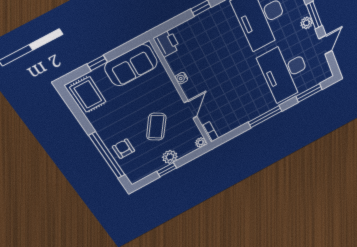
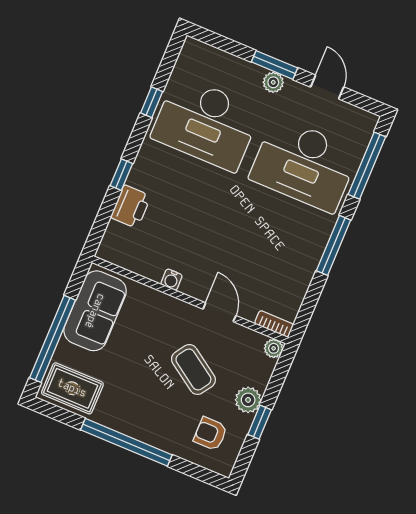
printer: (167, 43) -> (131, 207), moved, turned 90
window: (97, 63) -> (53, 339), width x3.17
window: (309, 93) -> (367, 166), width x1.44
armchair: (124, 149) -> (210, 434), moved
window: (107, 156) -> (126, 442), moved

